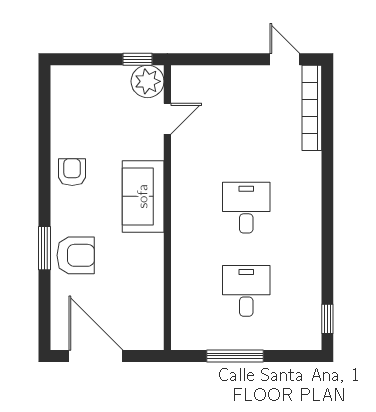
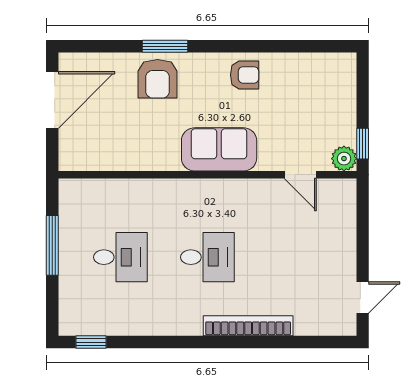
plant: (148, 81) -> (344, 159), width x0.73, depth x0.73
bookcase: (312, 108) -> (248, 326), moved

